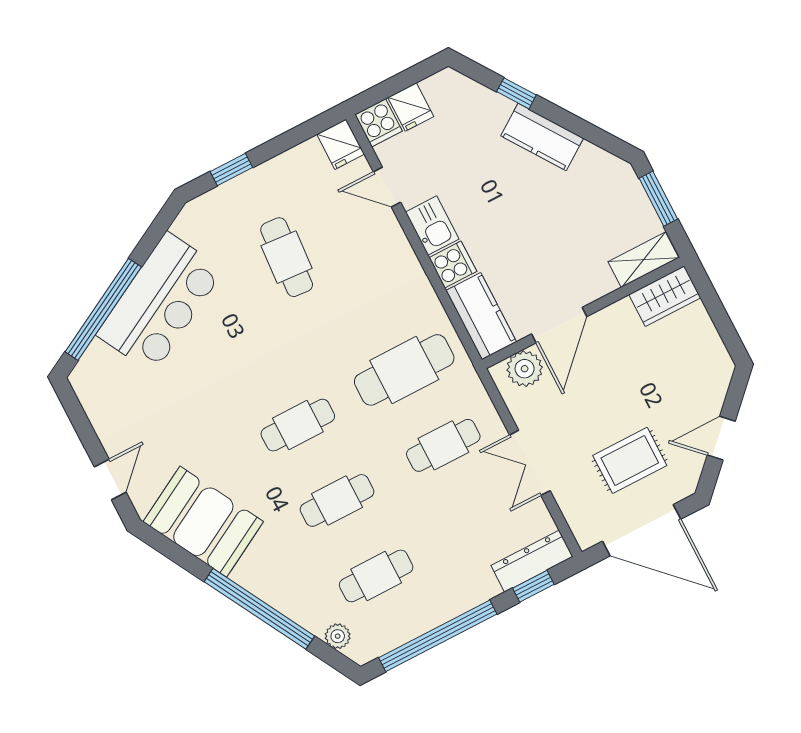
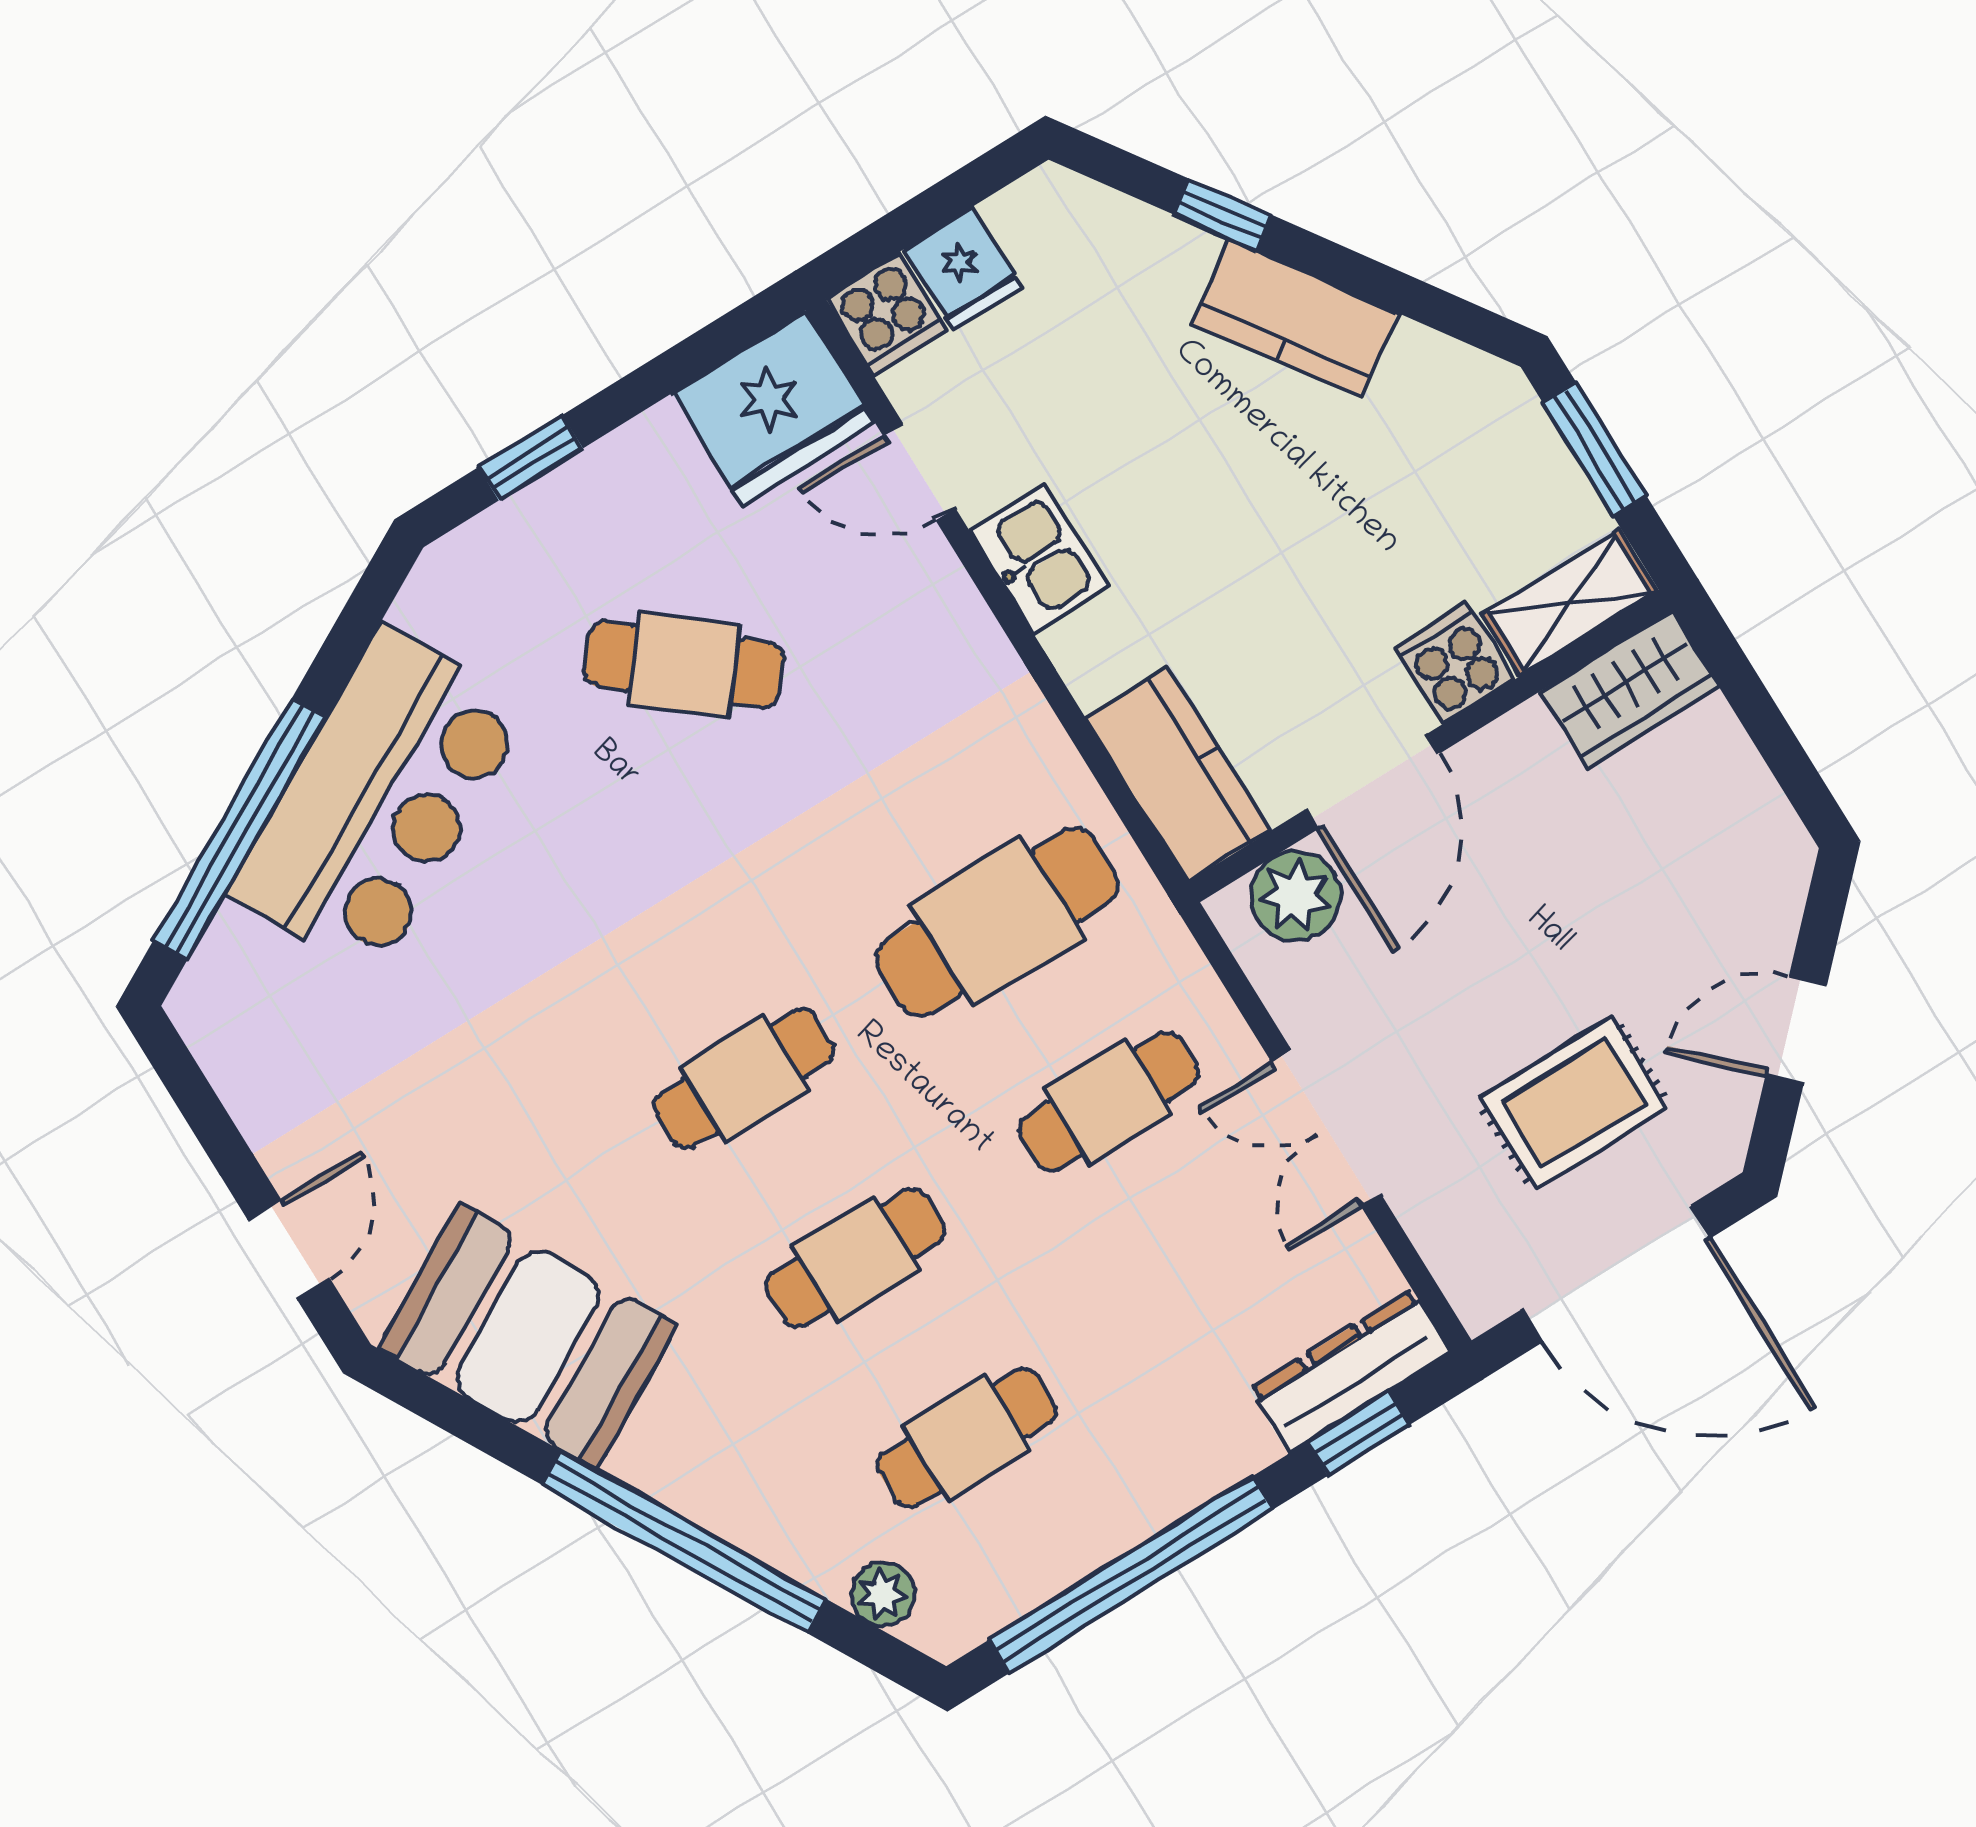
fridge: (341, 144) -> (774, 408), width x1.88, depth x1.34
cafe table: (287, 257) -> (684, 665), turned -55
cooker: (453, 265) -> (1454, 664), moved, turned -90

